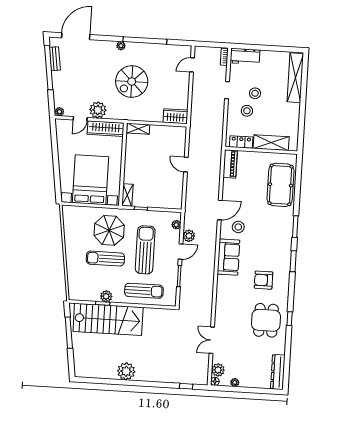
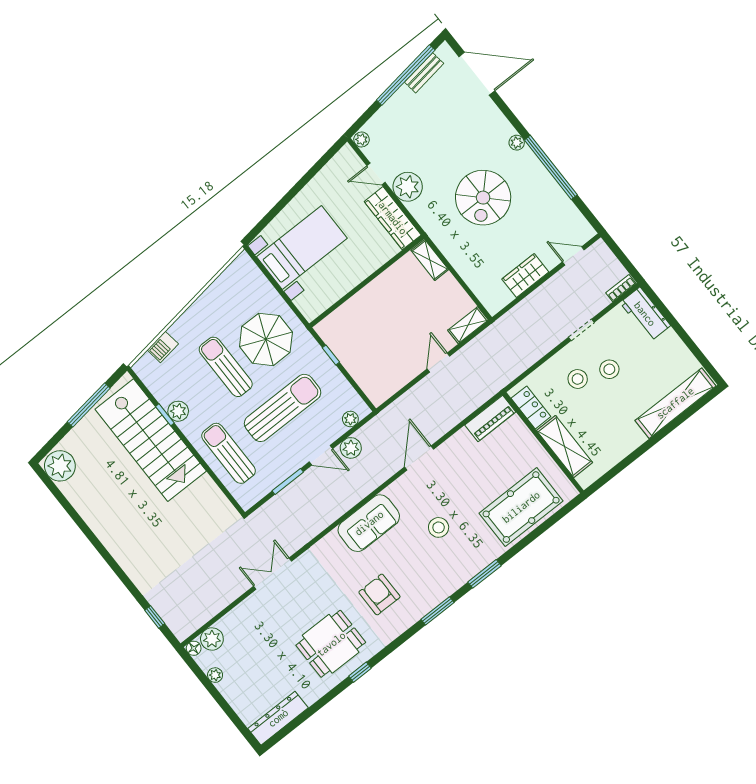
spiral stairs: (132, 81) -> (483, 198), turned -90
wardrobe: (175, 116) -> (525, 276), moved, turned -90
bed with nightstands: (90, 180) -> (302, 247), width x0.73
shelving: (127, 195) -> (468, 325), moved
door: (220, 210) -> (419, 458), swing flipped
stool: (238, 227) -> (439, 527), moved
barbecue: (72, 278) -> (163, 347), added
sun lounger: (144, 291) -> (229, 453), turned 180
double door: (212, 340) -> (273, 574), moved
plant: (126, 371) -> (60, 466), moved

